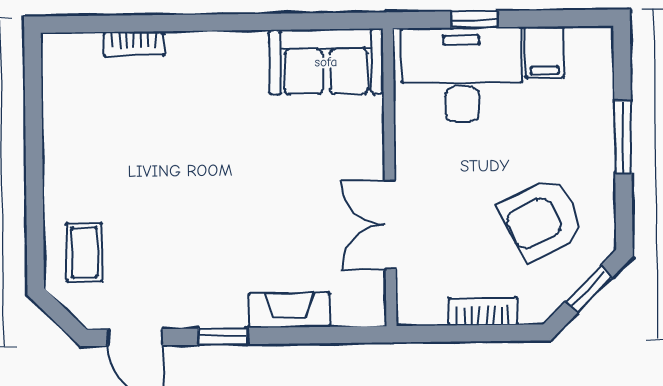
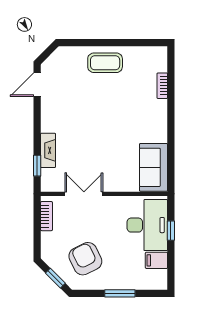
coffee table: (84, 252) -> (105, 63), moved, width x1.36, depth x1.30
bookcase: (483, 311) -> (46, 216), moved
window: (223, 336) -> (37, 166), moved

